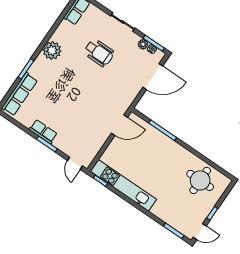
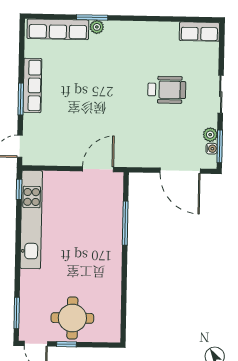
plant: (52, 50) -> (97, 27), moved, width x0.53, depth x0.53
wheelchair: (99, 53) -> (167, 90), turned -90
door: (119, 125) -> (98, 169), swing flipped
row of seats: (43, 132) -> (32, 85), width x1.48
round table: (200, 180) -> (72, 318), moved

